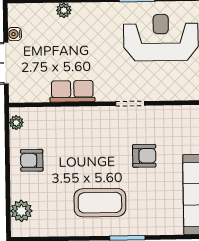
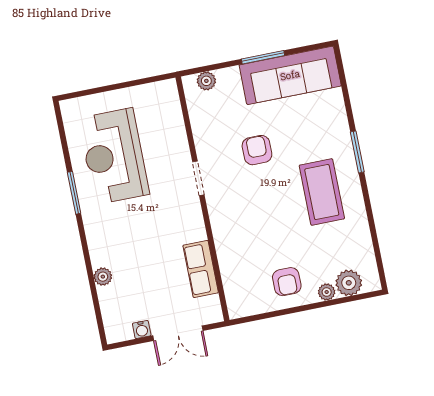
row of seats: (72, 91) -> (201, 269), moved
plant: (16, 123) -> (327, 292), moved

